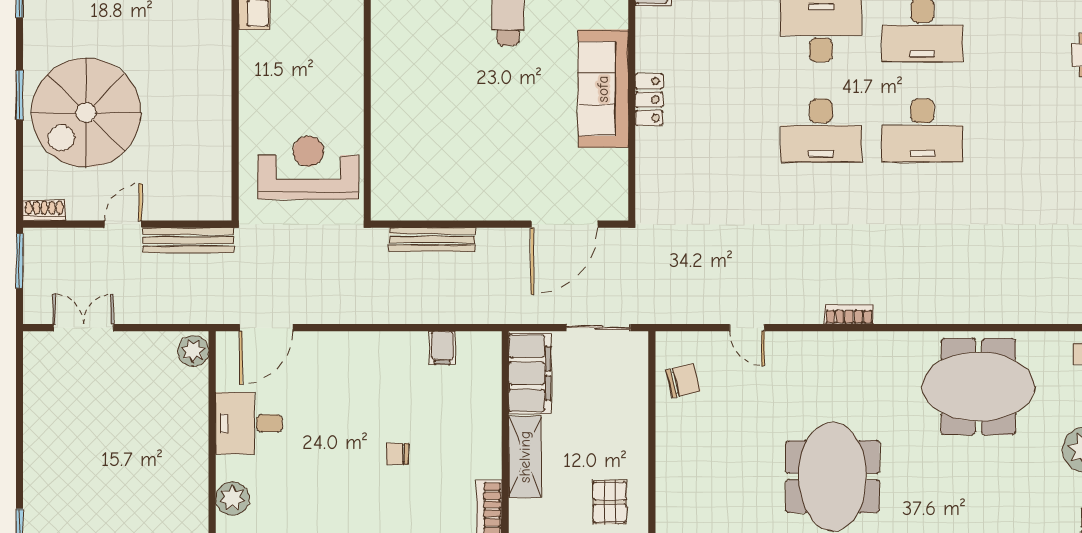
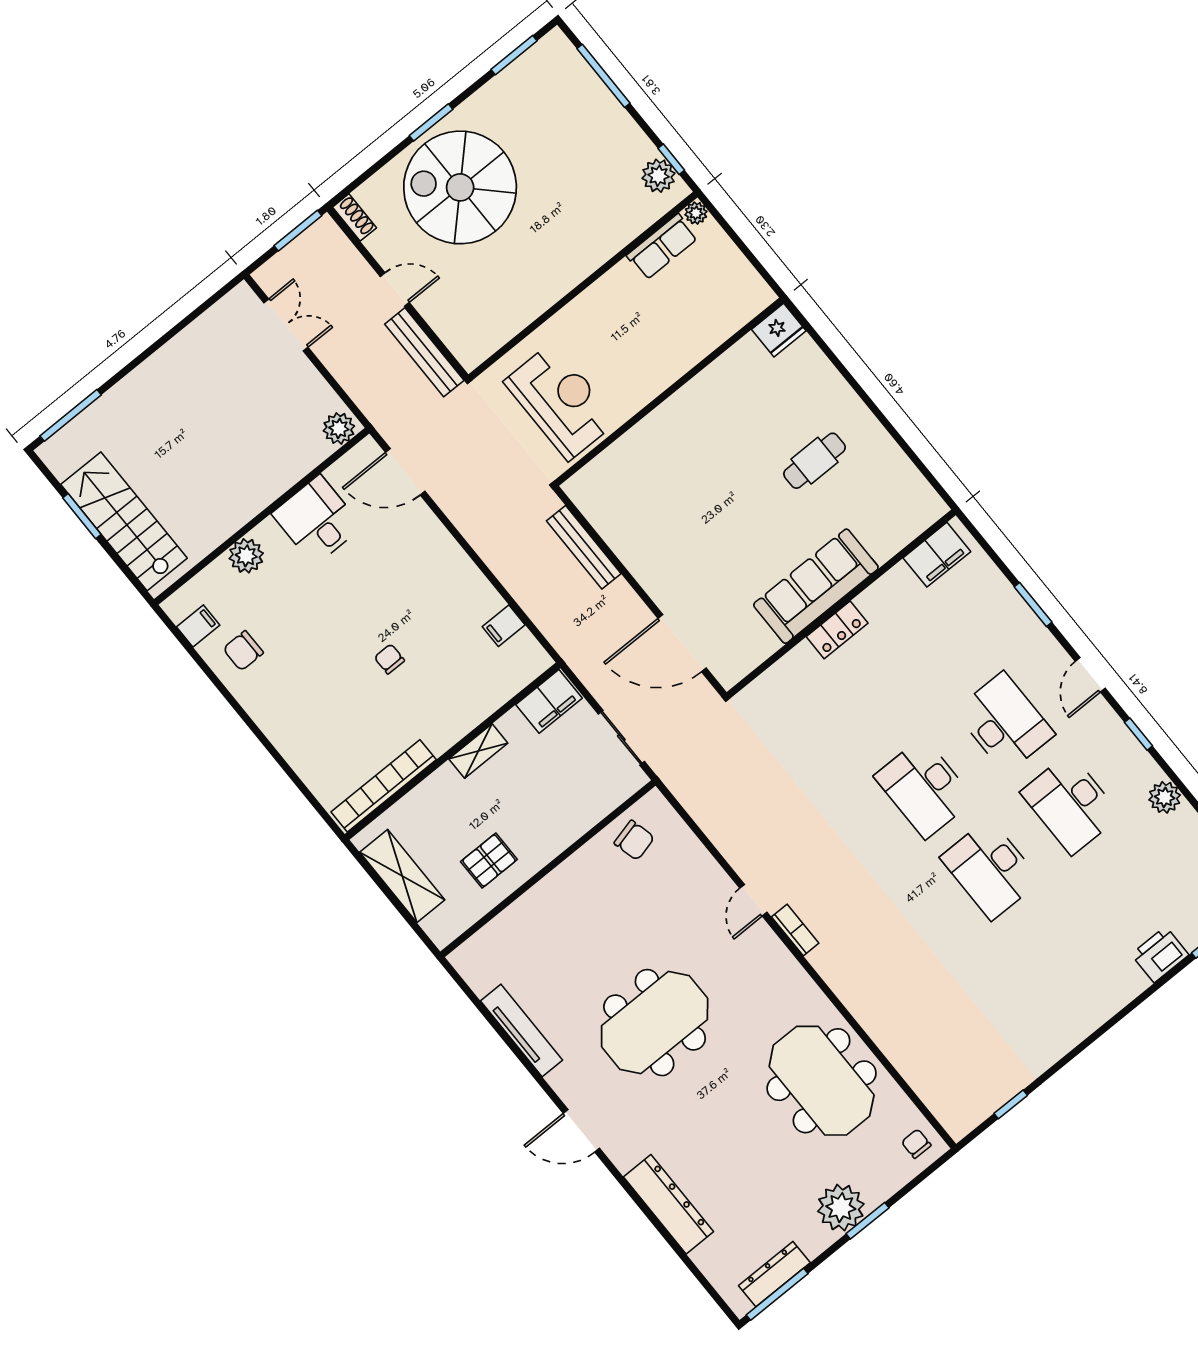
door: (747, 328) -> (753, 900), moved
filing cabinet: (530, 373) -> (549, 701), width x0.67, depth x0.86
shelving: (525, 457) -> (478, 751), width x0.67, depth x0.75

